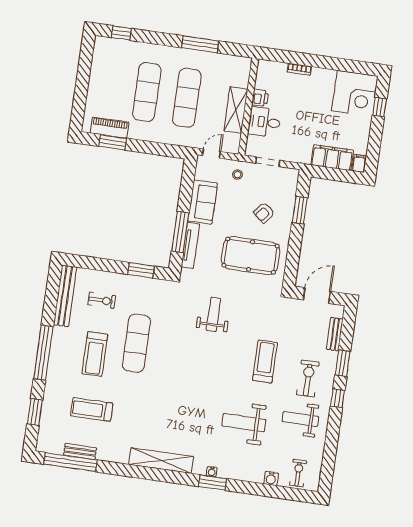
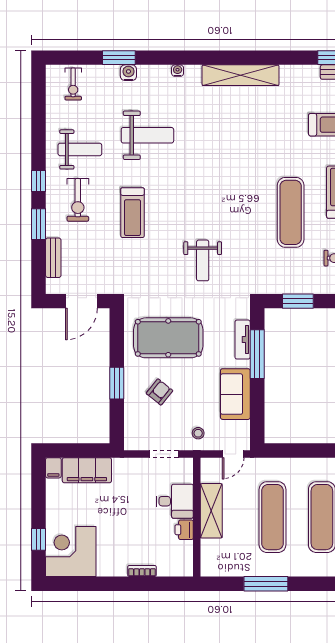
window: (300, 210) -> (117, 383), moved
tv unit: (190, 245) -> (243, 340), width x0.71
water cooler: (271, 478) -> (128, 73), moved
window: (213, 483) -> (119, 58), moved

